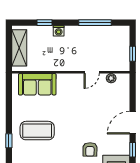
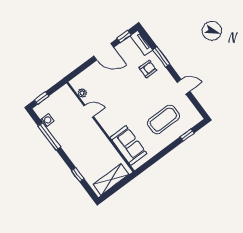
washing machine: (59, 31) -> (47, 120), moved
window: (133, 54) -> (42, 98), moved
coffee table: (37, 131) -> (163, 119), turned 90

